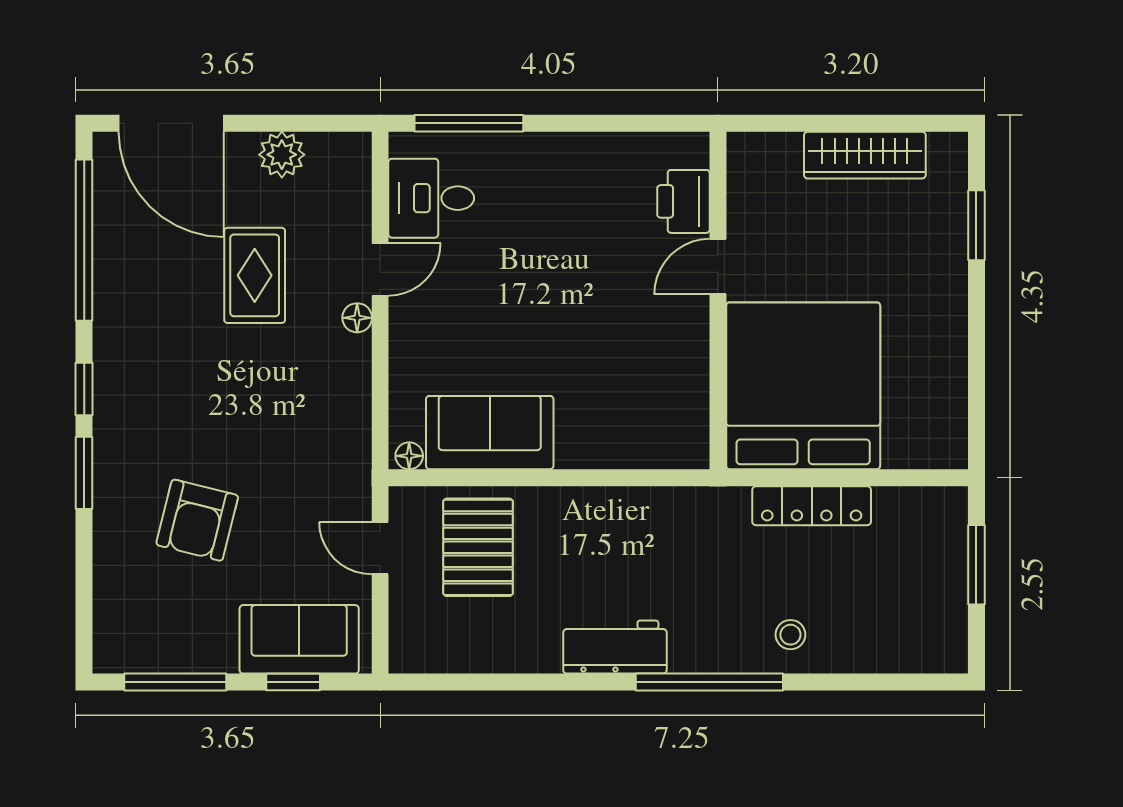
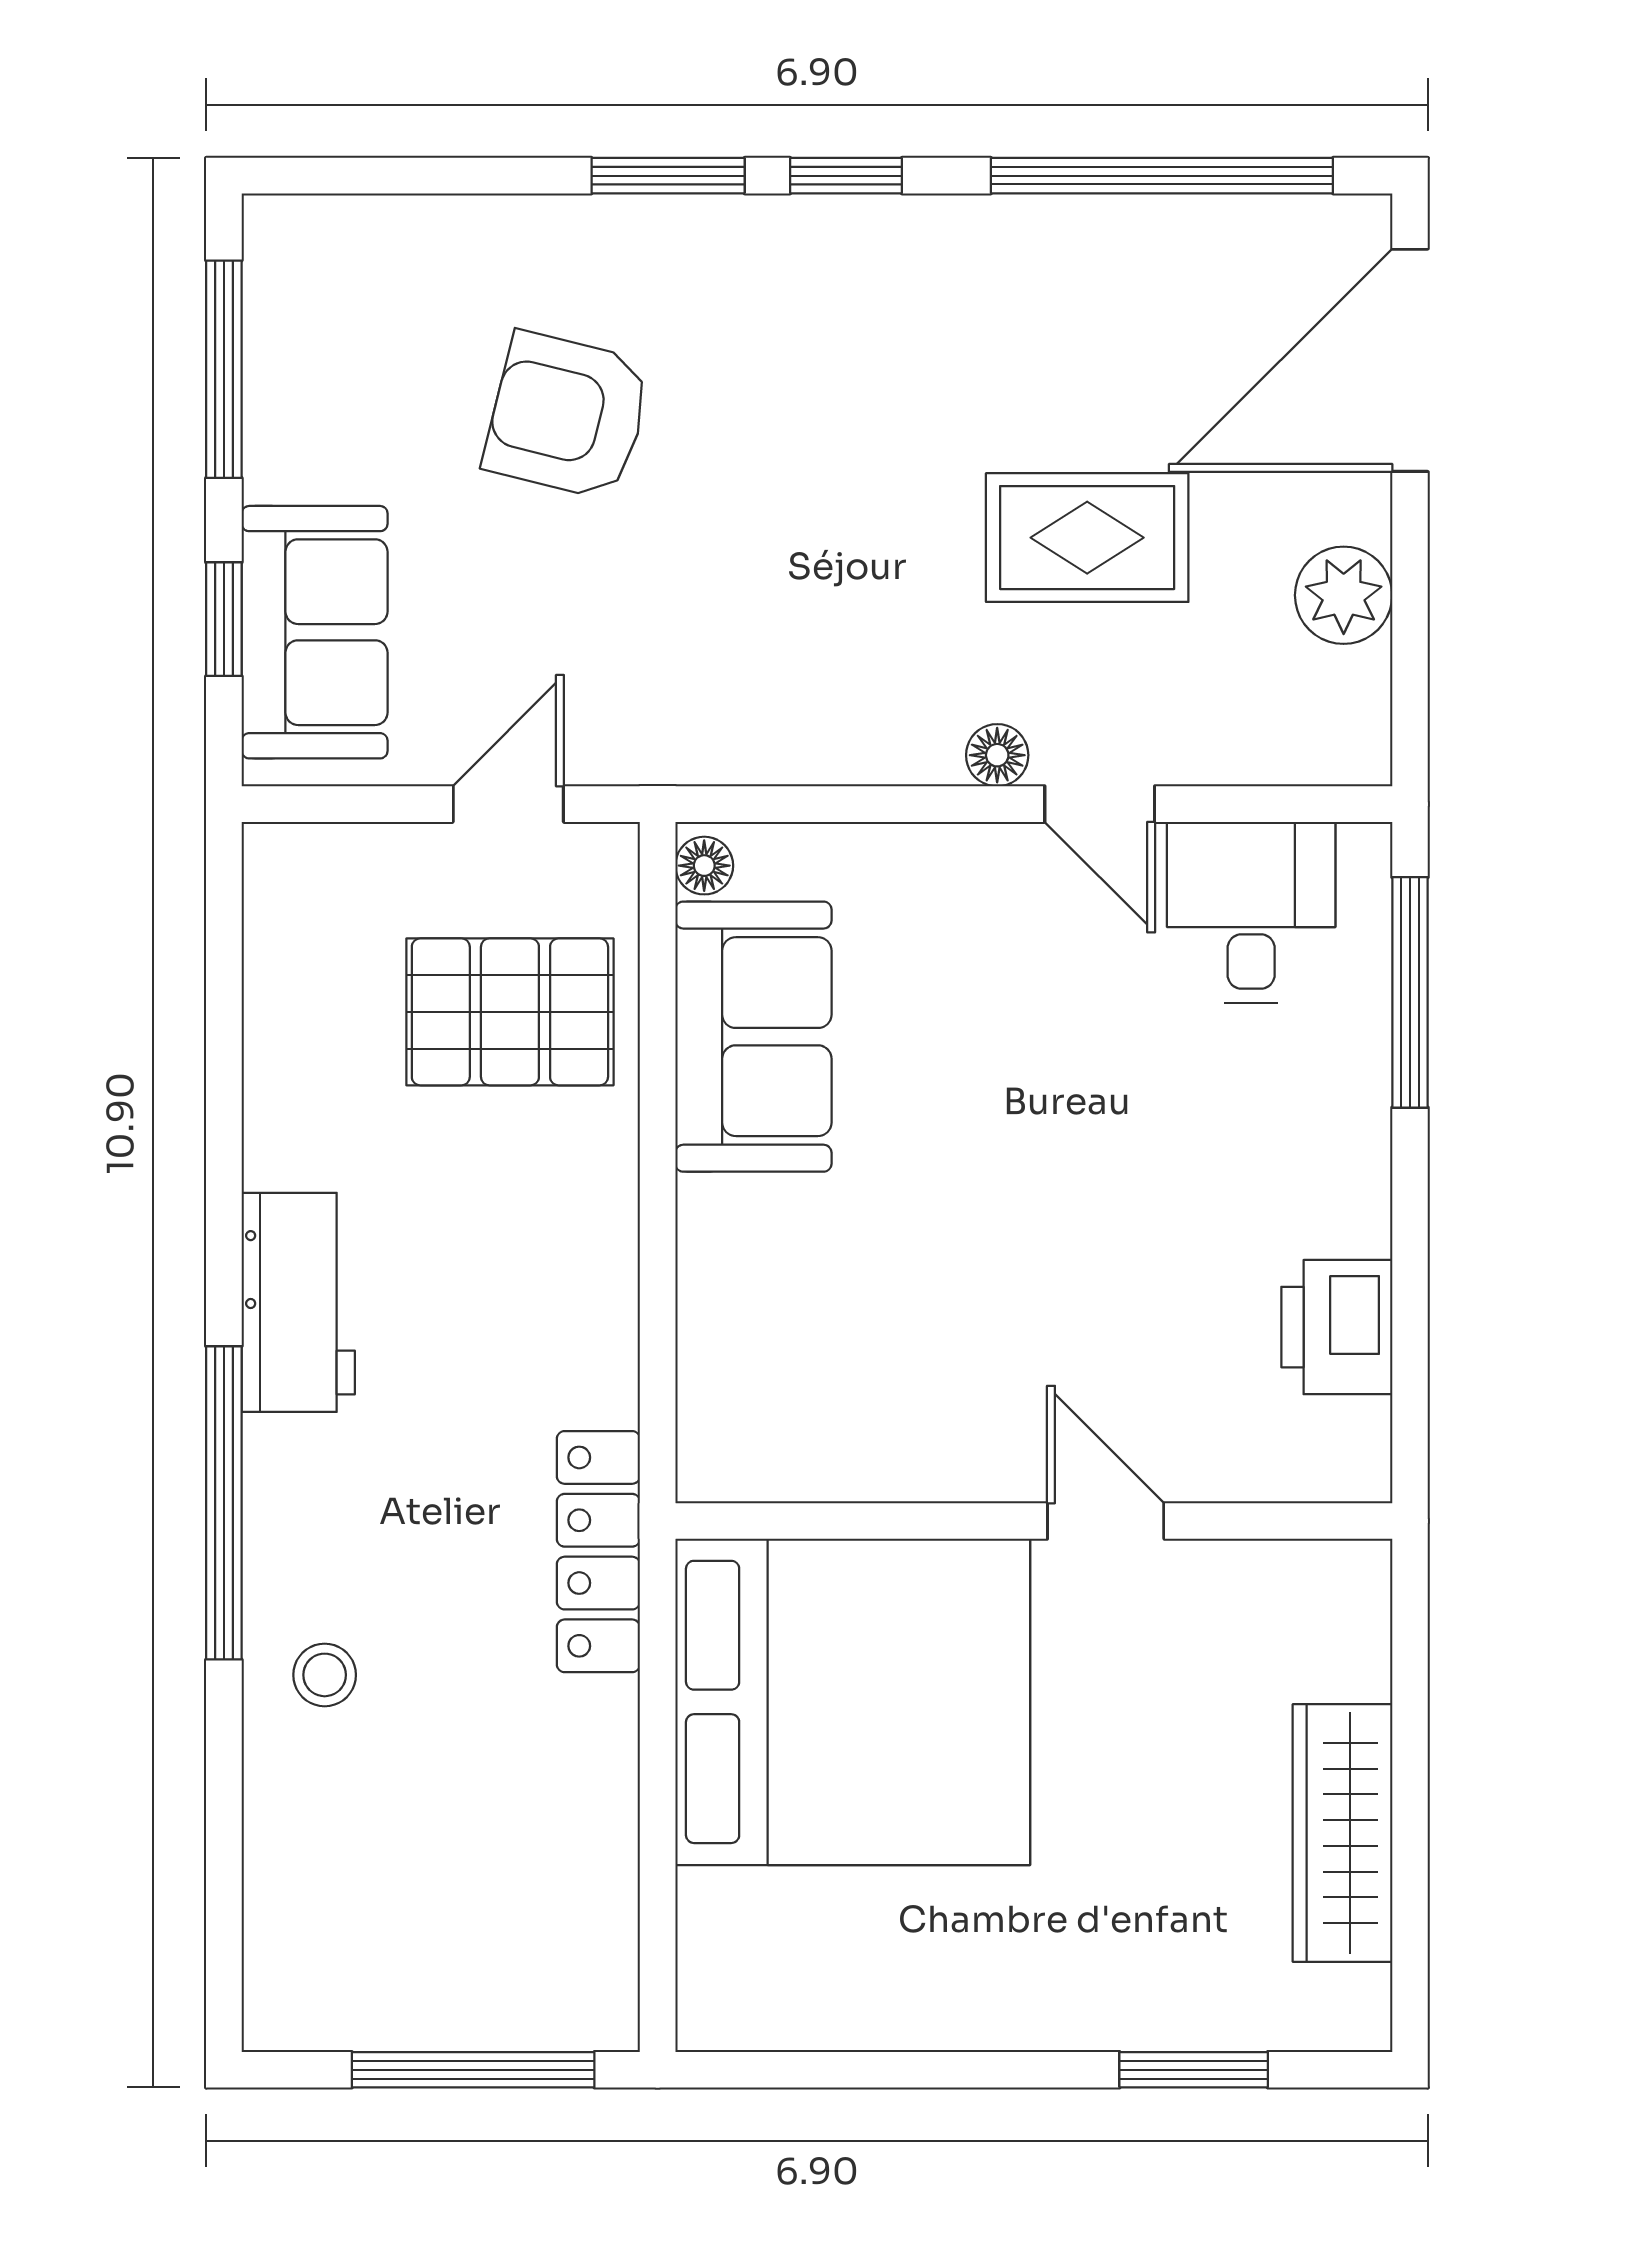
printer: (683, 201) -> (1337, 1327), moved, turned -90
locker: (812, 506) -> (598, 1552), moved
window: (976, 565) -> (473, 2070), width x1.44

